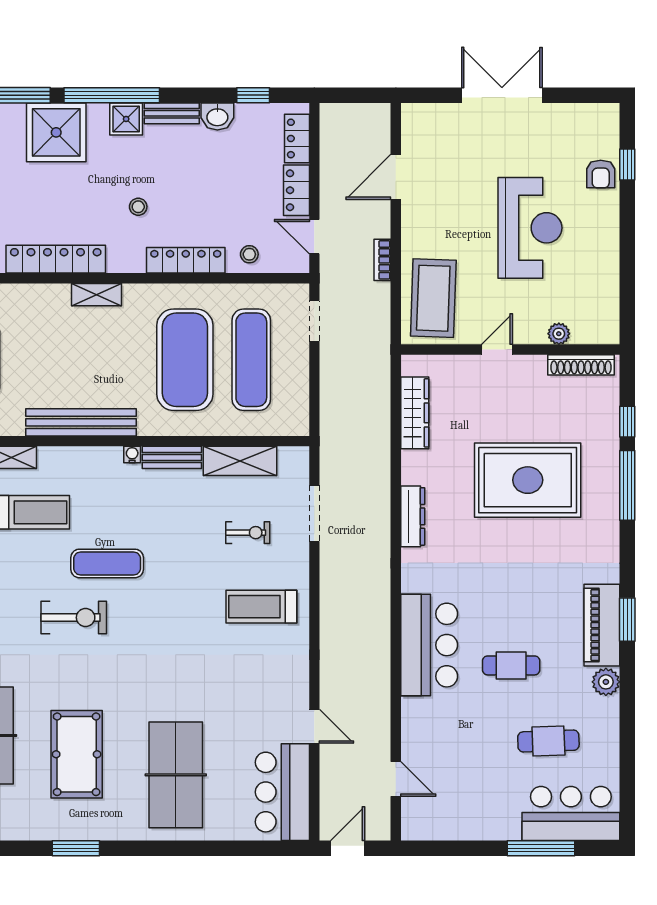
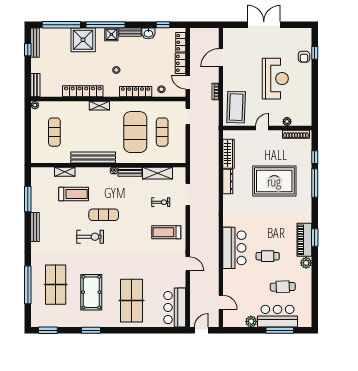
exercise mat: (251, 360) -> (162, 132), width x0.73, depth x0.69
dresser: (413, 516) -> (228, 181), moved
door: (314, 726) -> (188, 264), moved
bar counter: (571, 813) -> (278, 316), moved
plant: (471, 826) -> (251, 321), added

